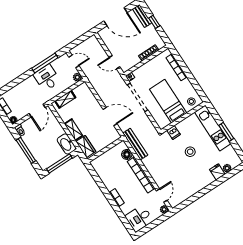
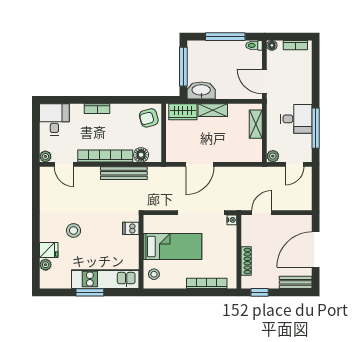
window: (154, 22) -> (260, 292), moved
bench: (135, 144) -> (124, 173), moved
stool: (190, 152) -> (74, 230), moved
armchair: (102, 164) -> (149, 118), added

